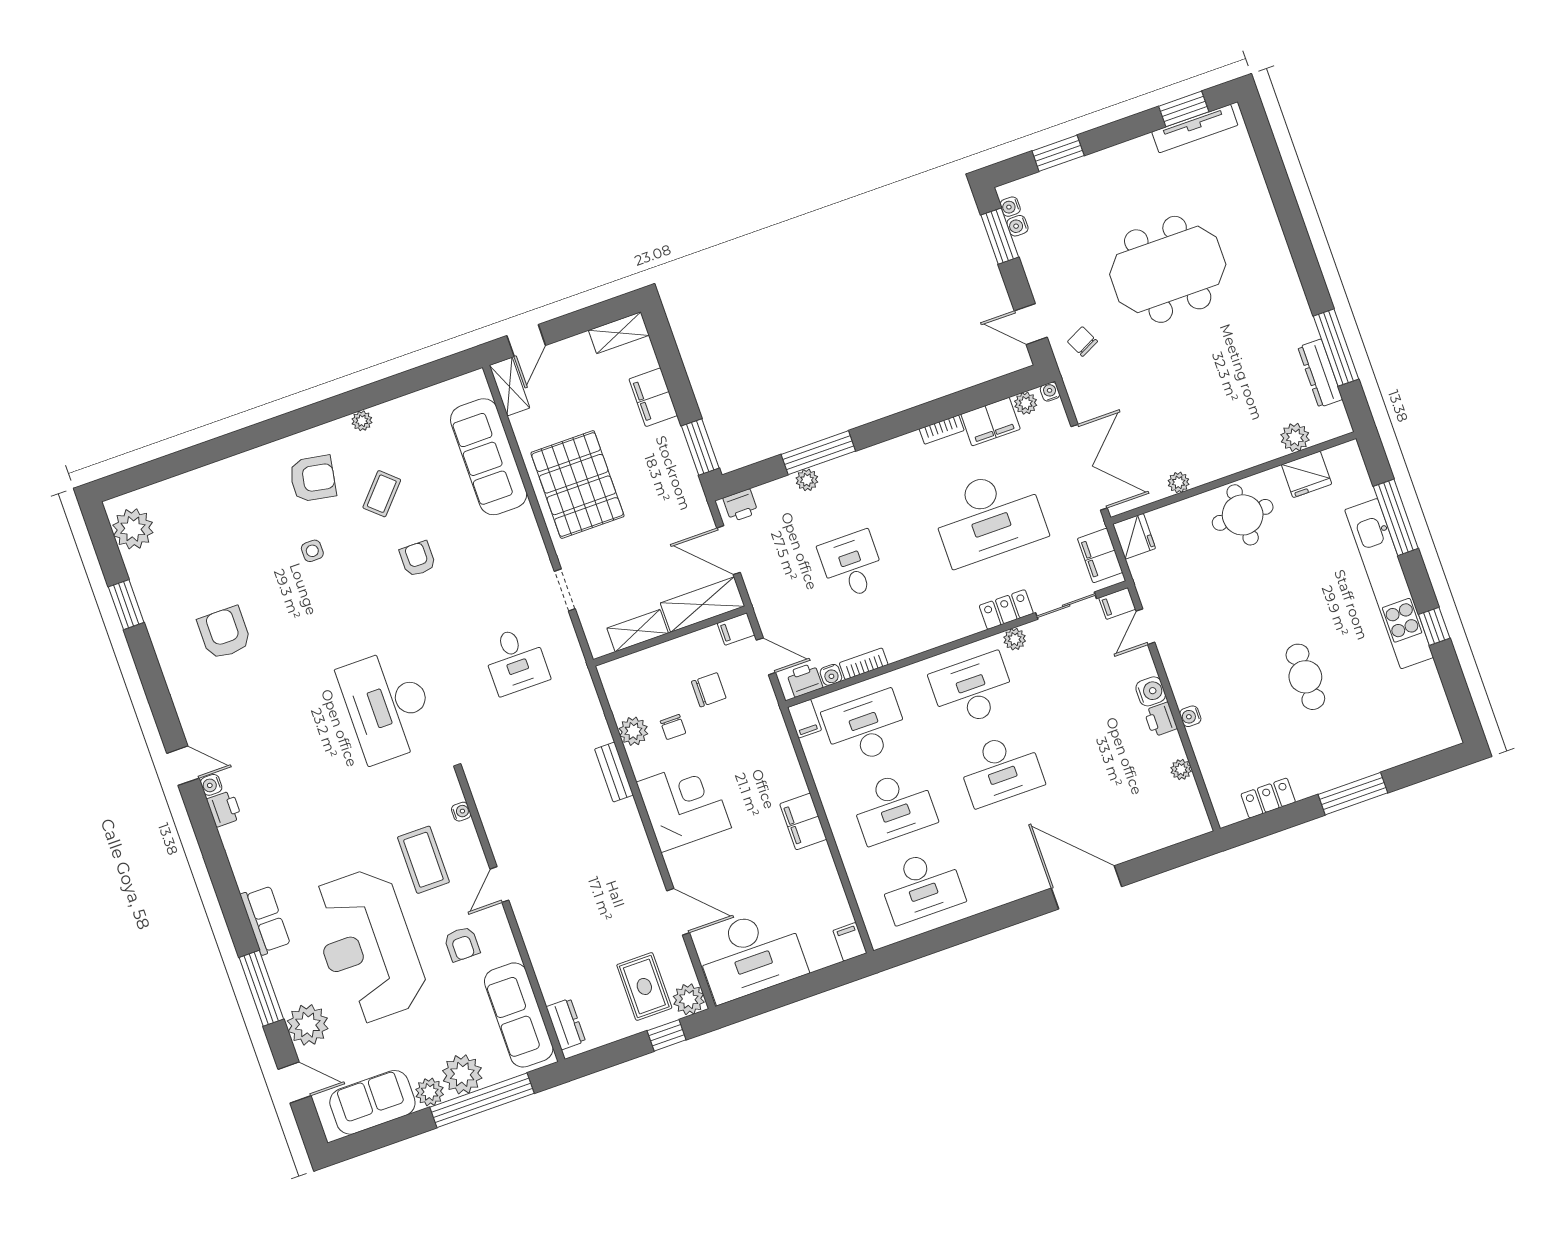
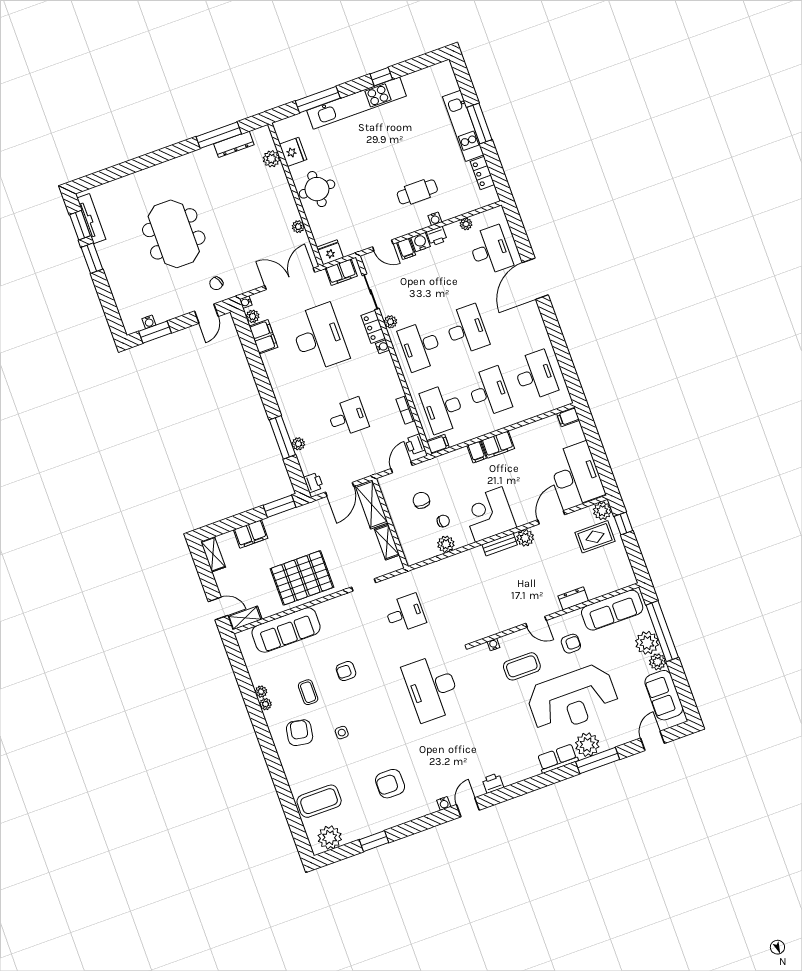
window: (1058, 153) -> (92, 258), moved
water cooler: (1010, 207) -> (138, 326), removed
plant: (383, 413) -> (261, 692), added
bookcase: (942, 430) -> (268, 365), removed
coffee table: (382, 494) -> (308, 692), turned 48
coffee table: (195, 511) -> (319, 801), added
desk: (852, 565) -> (348, 417), turned 180
filing cabinet: (1117, 604) -> (406, 249), moved
filing cabinet: (736, 629) -> (477, 452), moved
water cooler: (831, 675) -> (383, 347), moved
cafe table: (1305, 677) -> (417, 192), moved
desk: (388, 706) -> (432, 688), turned 90
kitchen unit: (1349, 766) -> (463, 126), added
bench: (614, 772) -> (500, 545), moved
water cooler: (211, 785) -> (444, 803), moved
desk: (1136, 811) -> (490, 250), added
plant: (643, 867) -> (525, 538), added
dresser: (566, 1024) -> (573, 598), moved
plant: (308, 1025) -> (587, 745), moved

